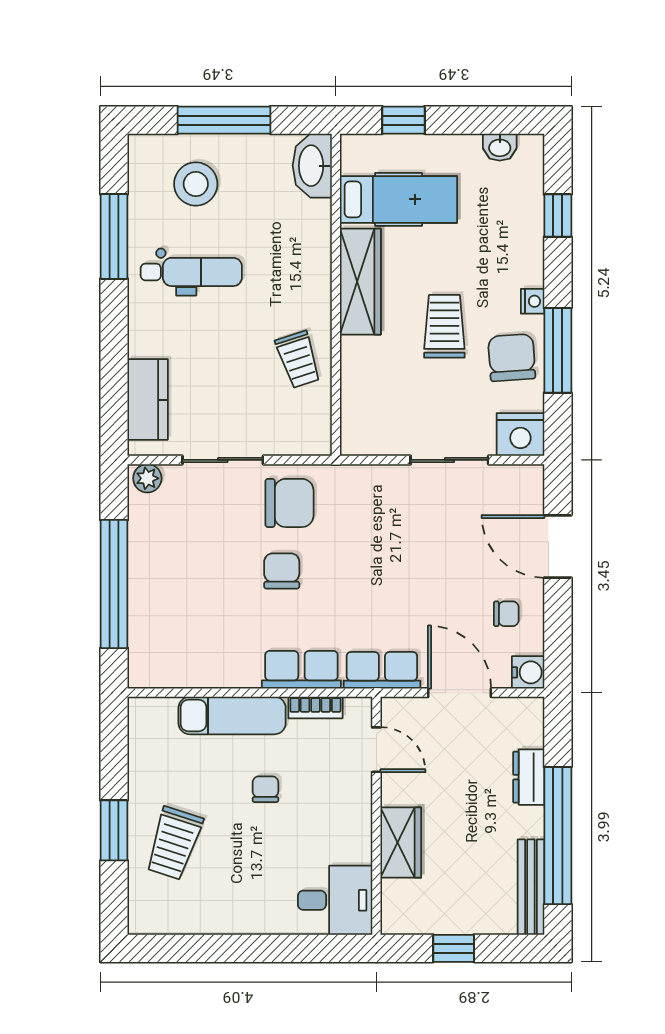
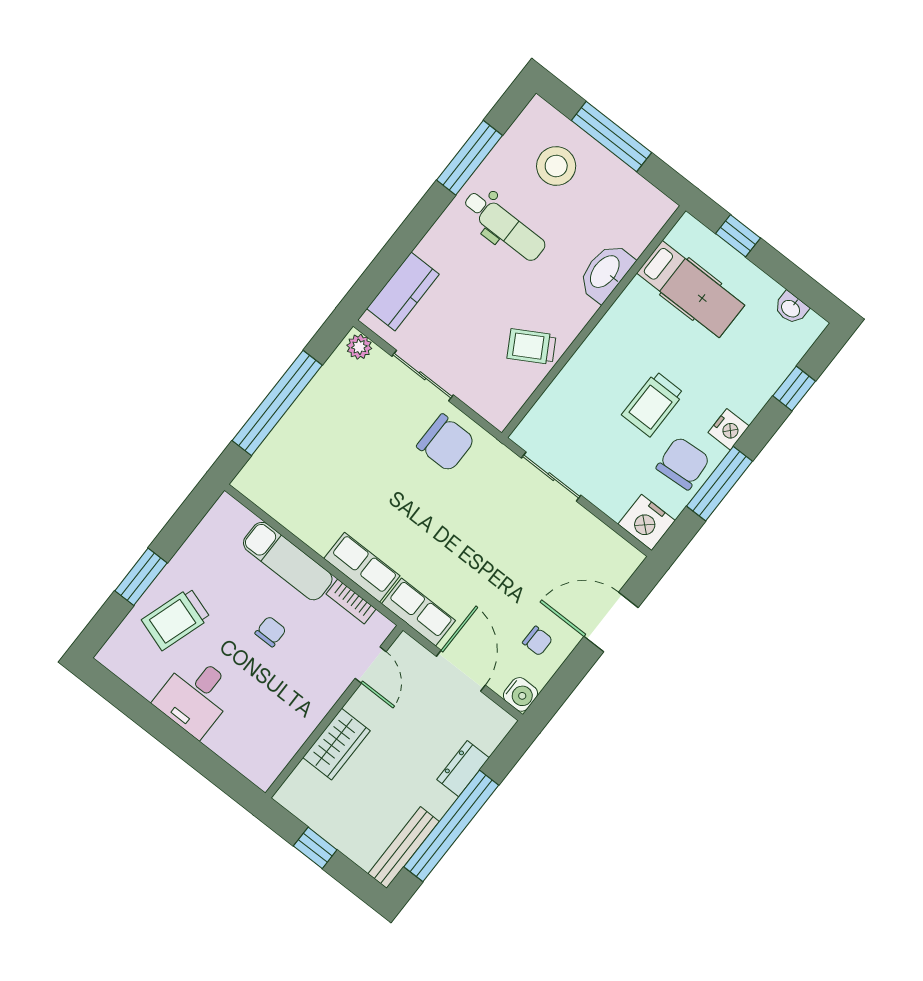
washbasin: (312, 166) -> (606, 272), moved
wardrobe: (360, 282) -> (618, 326), removed
nightstand: (533, 301) -> (729, 429), width x1.39, depth x1.35
trolley: (444, 326) -> (653, 404), turned 180
trolley: (298, 359) -> (531, 347), turned 78
sliding door: (449, 460) -> (551, 477), moved
door: (558, 546) -> (611, 622), hinge flipped
chair: (282, 571) -> (403, 487), removed
desk: (335, 900) -> (195, 696), moved, turned 90

